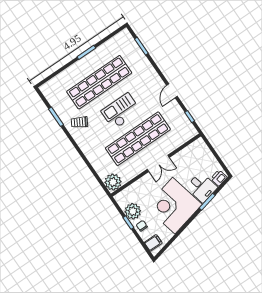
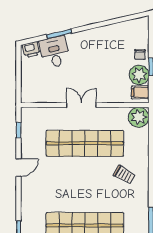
checkout: (121, 111) -> (83, 182), removed
trolley: (79, 122) -> (124, 175), moved
corner desk: (174, 206) -> (95, 53), removed
filing cabinet: (153, 243) -> (140, 92), moved

